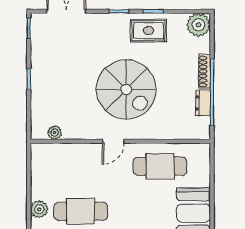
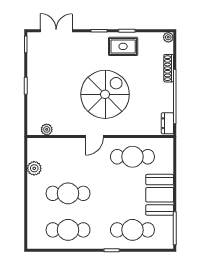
plant: (199, 25) -> (168, 37), width x0.53, depth x0.53
shoe rack: (205, 71) -> (169, 68), moved
spiral stairs: (126, 89) -> (105, 94), turned -90
dresser: (203, 103) -> (167, 123), moved
plant: (39, 209) -> (34, 168), moved

